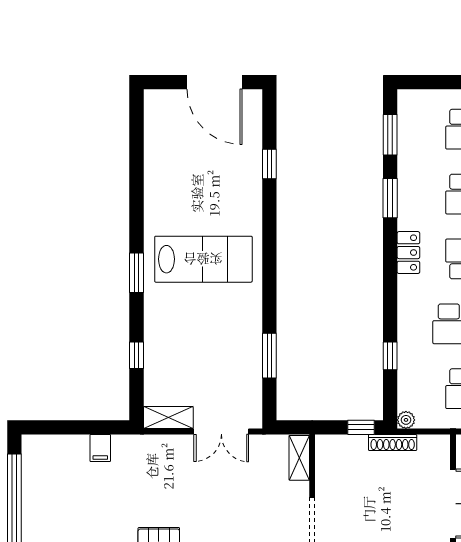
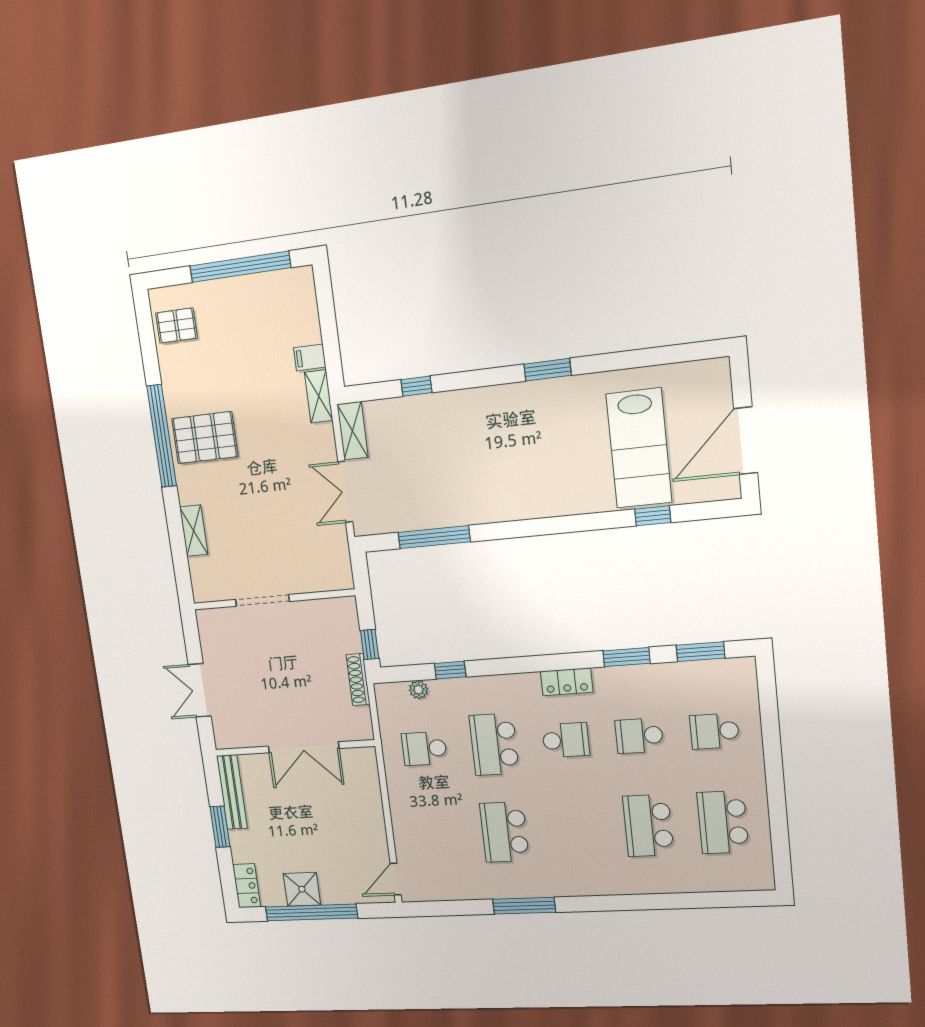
lab bench: (203, 259) -> (639, 448), moved
window: (136, 273) -> (548, 370), moved
window: (269, 356) -> (434, 537), width x1.44
plant: (406, 420) -> (418, 690), moved
shelving: (299, 458) -> (319, 396), moved, turned 90

